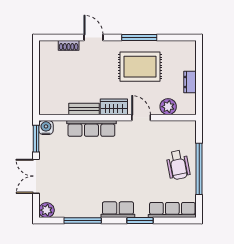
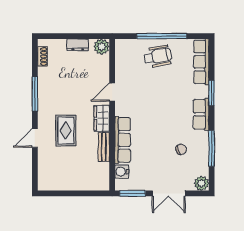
shoe rack: (69, 45) -> (42, 56), moved
rug: (140, 67) -> (66, 131), moved, width x0.73, depth x0.70
plant: (168, 107) -> (102, 47), moved
water cooler: (46, 128) -> (122, 172), moved
chair: (82, 189) -> (181, 149), added

